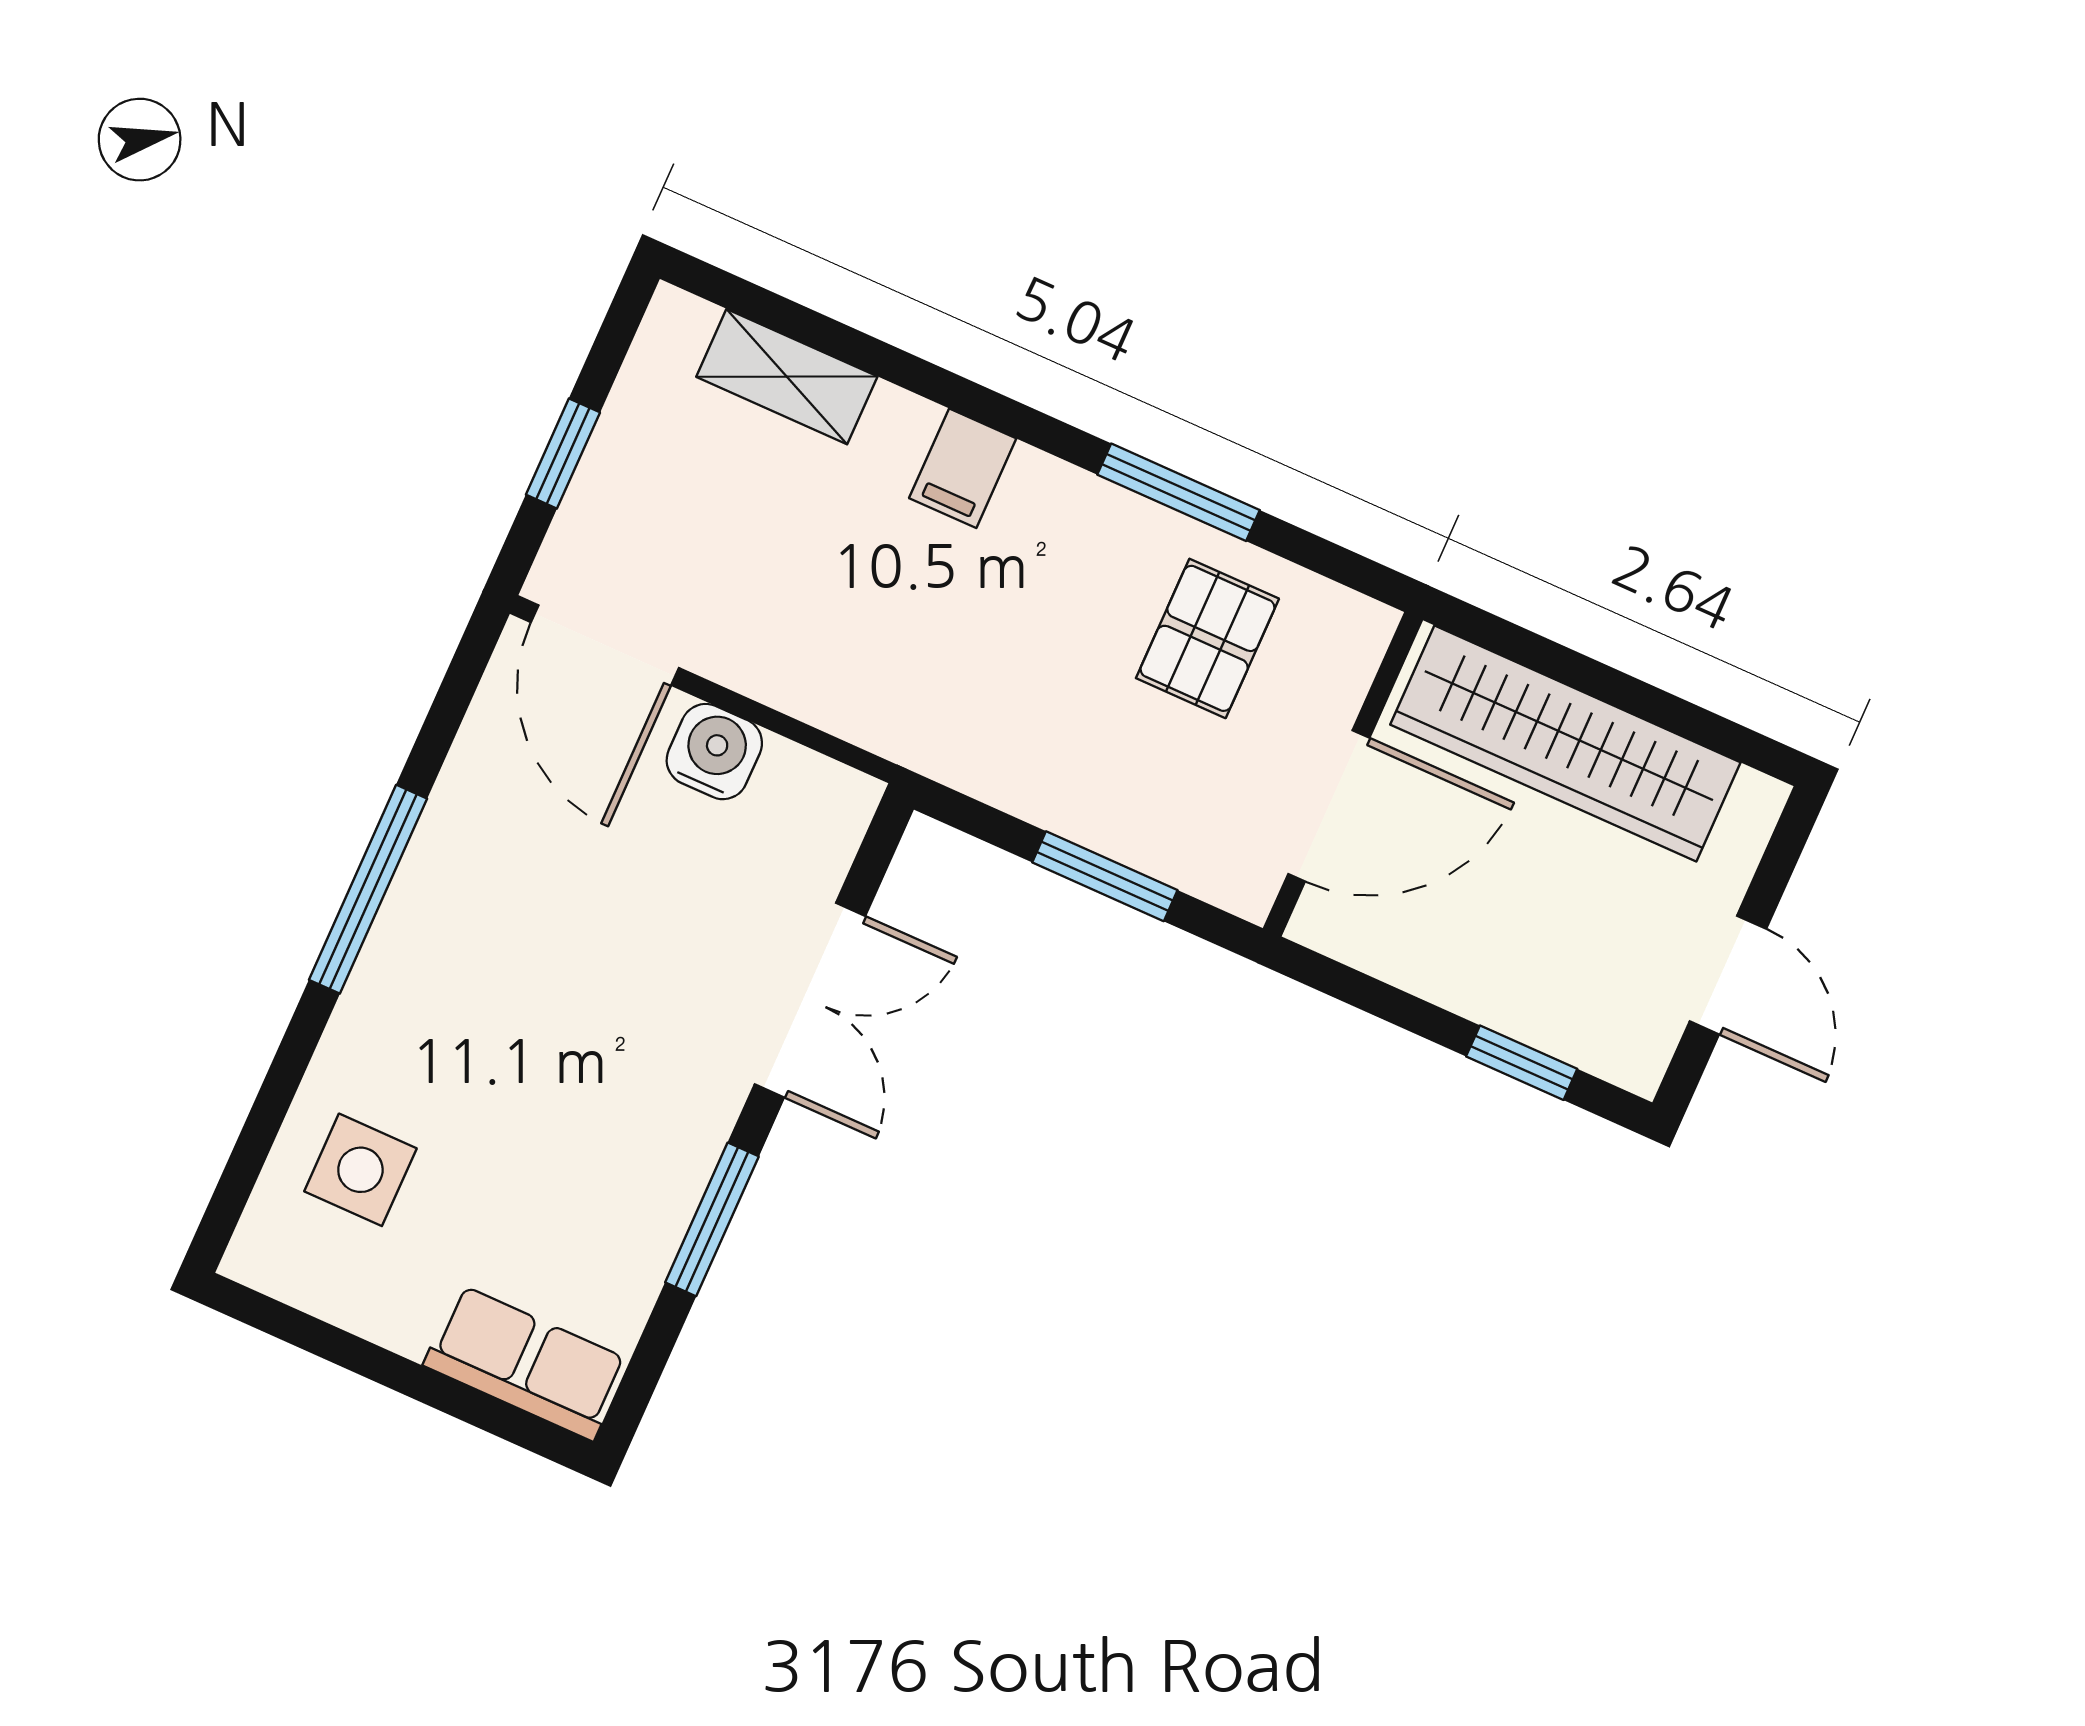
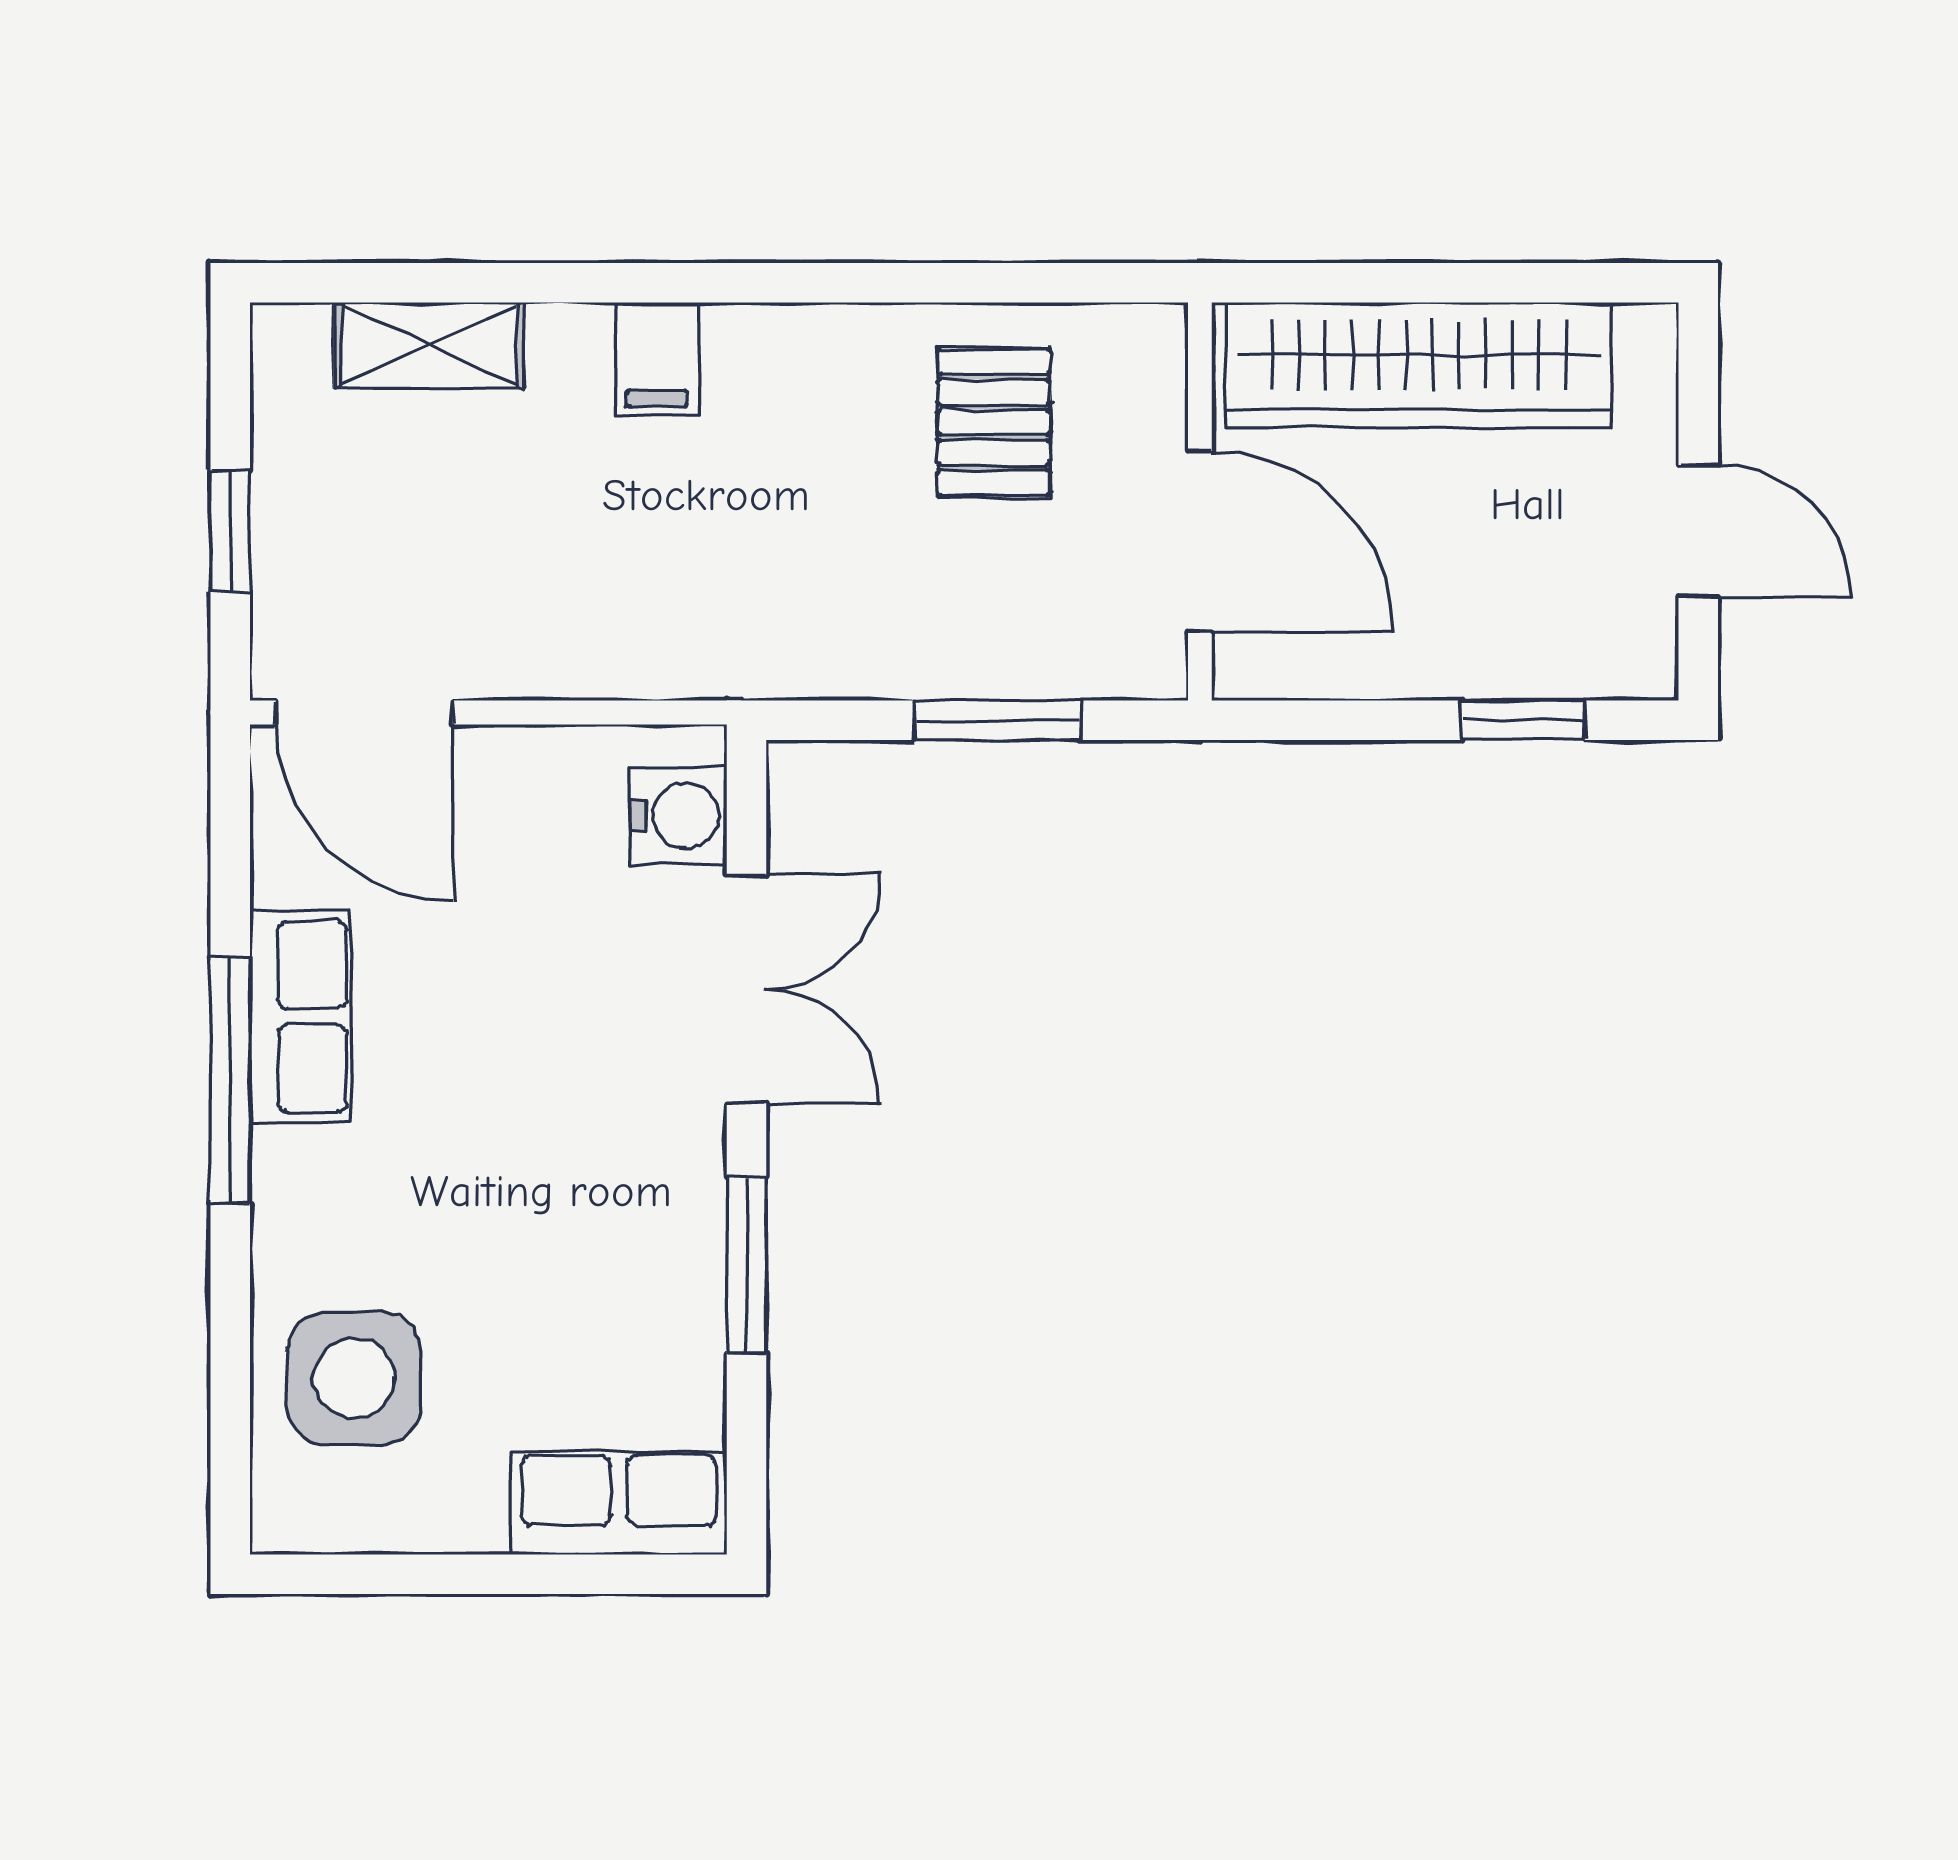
window: (1179, 492) -> (895, 283), removed
water cooler: (714, 752) -> (678, 816), moved, turned 90
door: (1329, 806) -> (1200, 541), hinge flipped
row of seats: (446, 864) -> (300, 1017), added
side table: (360, 1170) -> (354, 1378), width x1.37, depth x1.37

